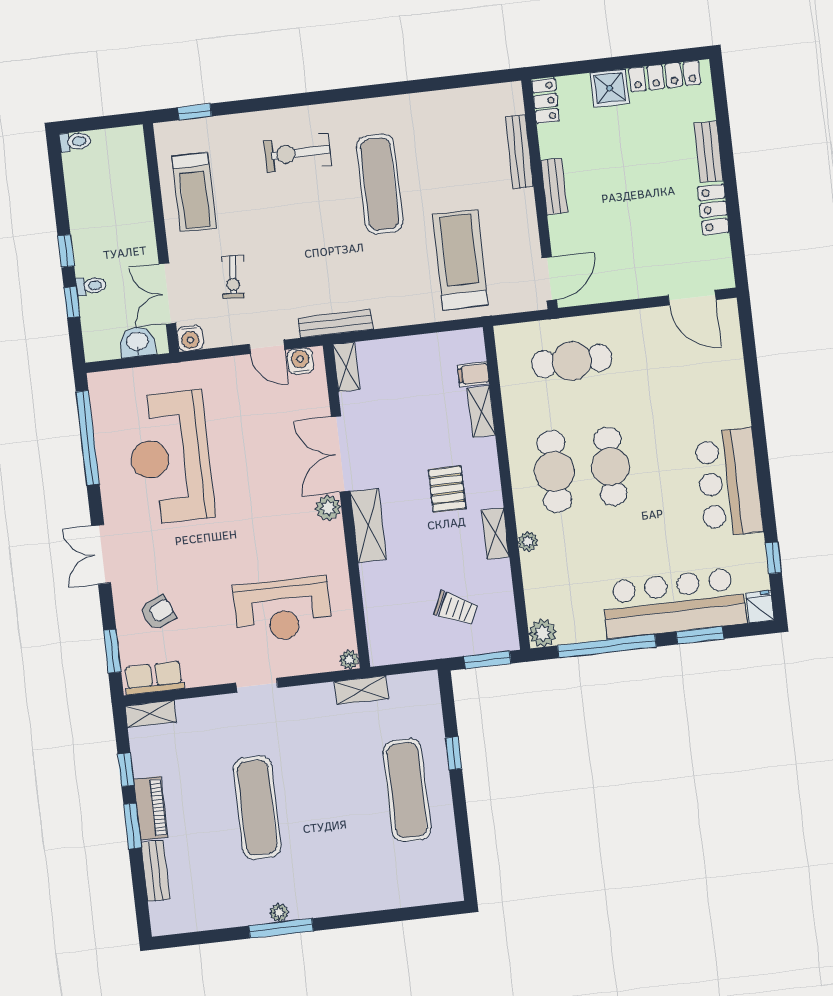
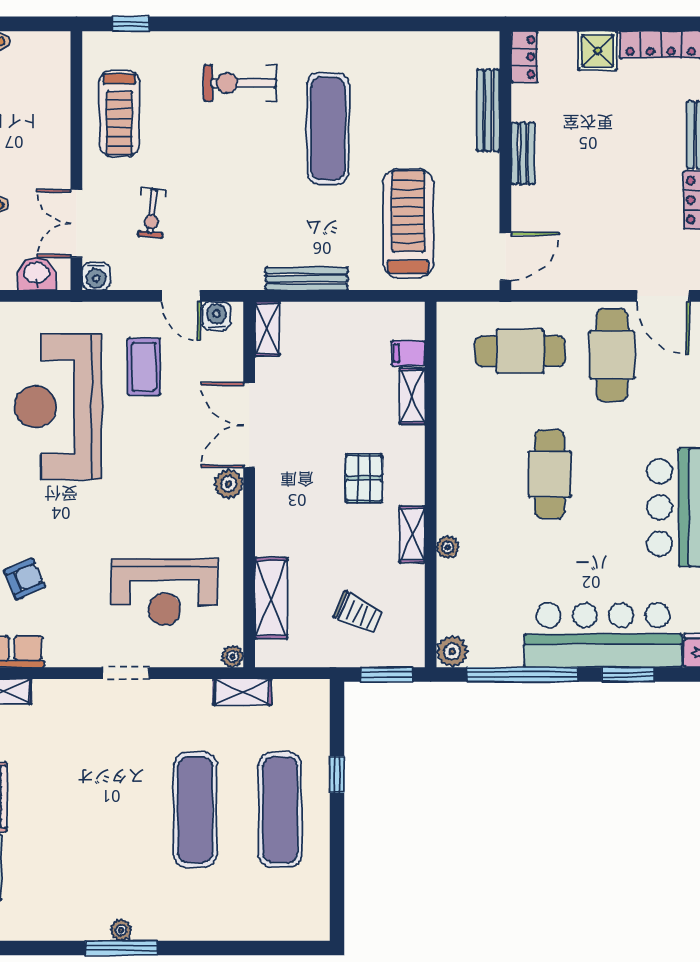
bench: (336, 323) -> (307, 279), moved
coffee table: (242, 413) -> (144, 367), added
cafe table: (554, 471) -> (612, 355), moved
shelving: (368, 525) -> (271, 598), moved
exercise mat: (257, 808) -> (195, 810), moved

